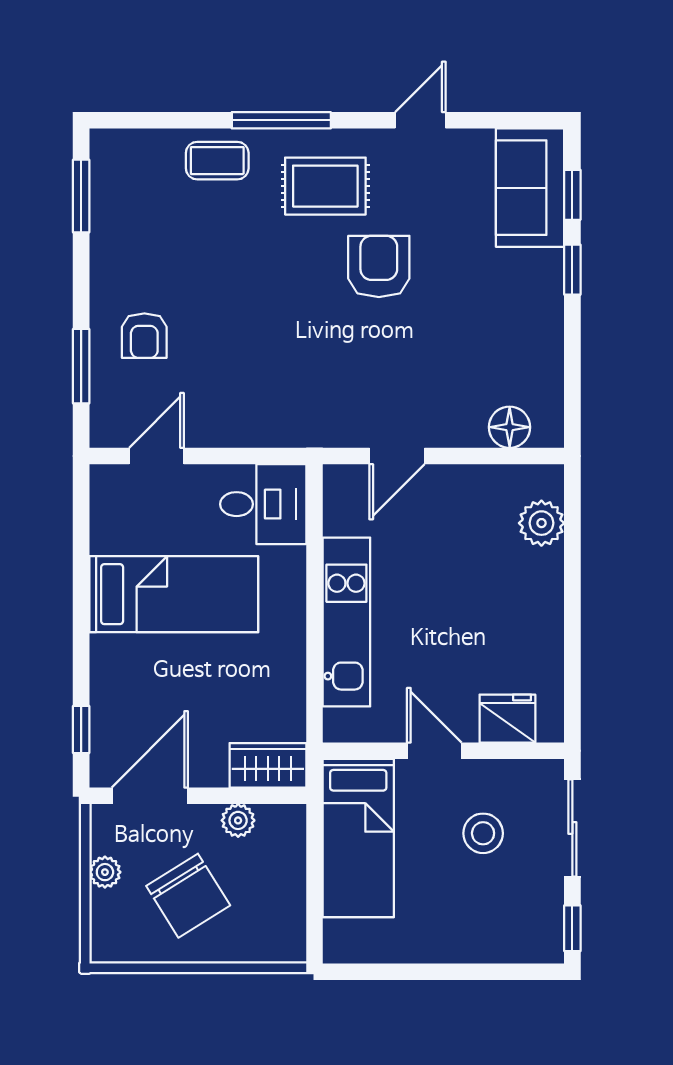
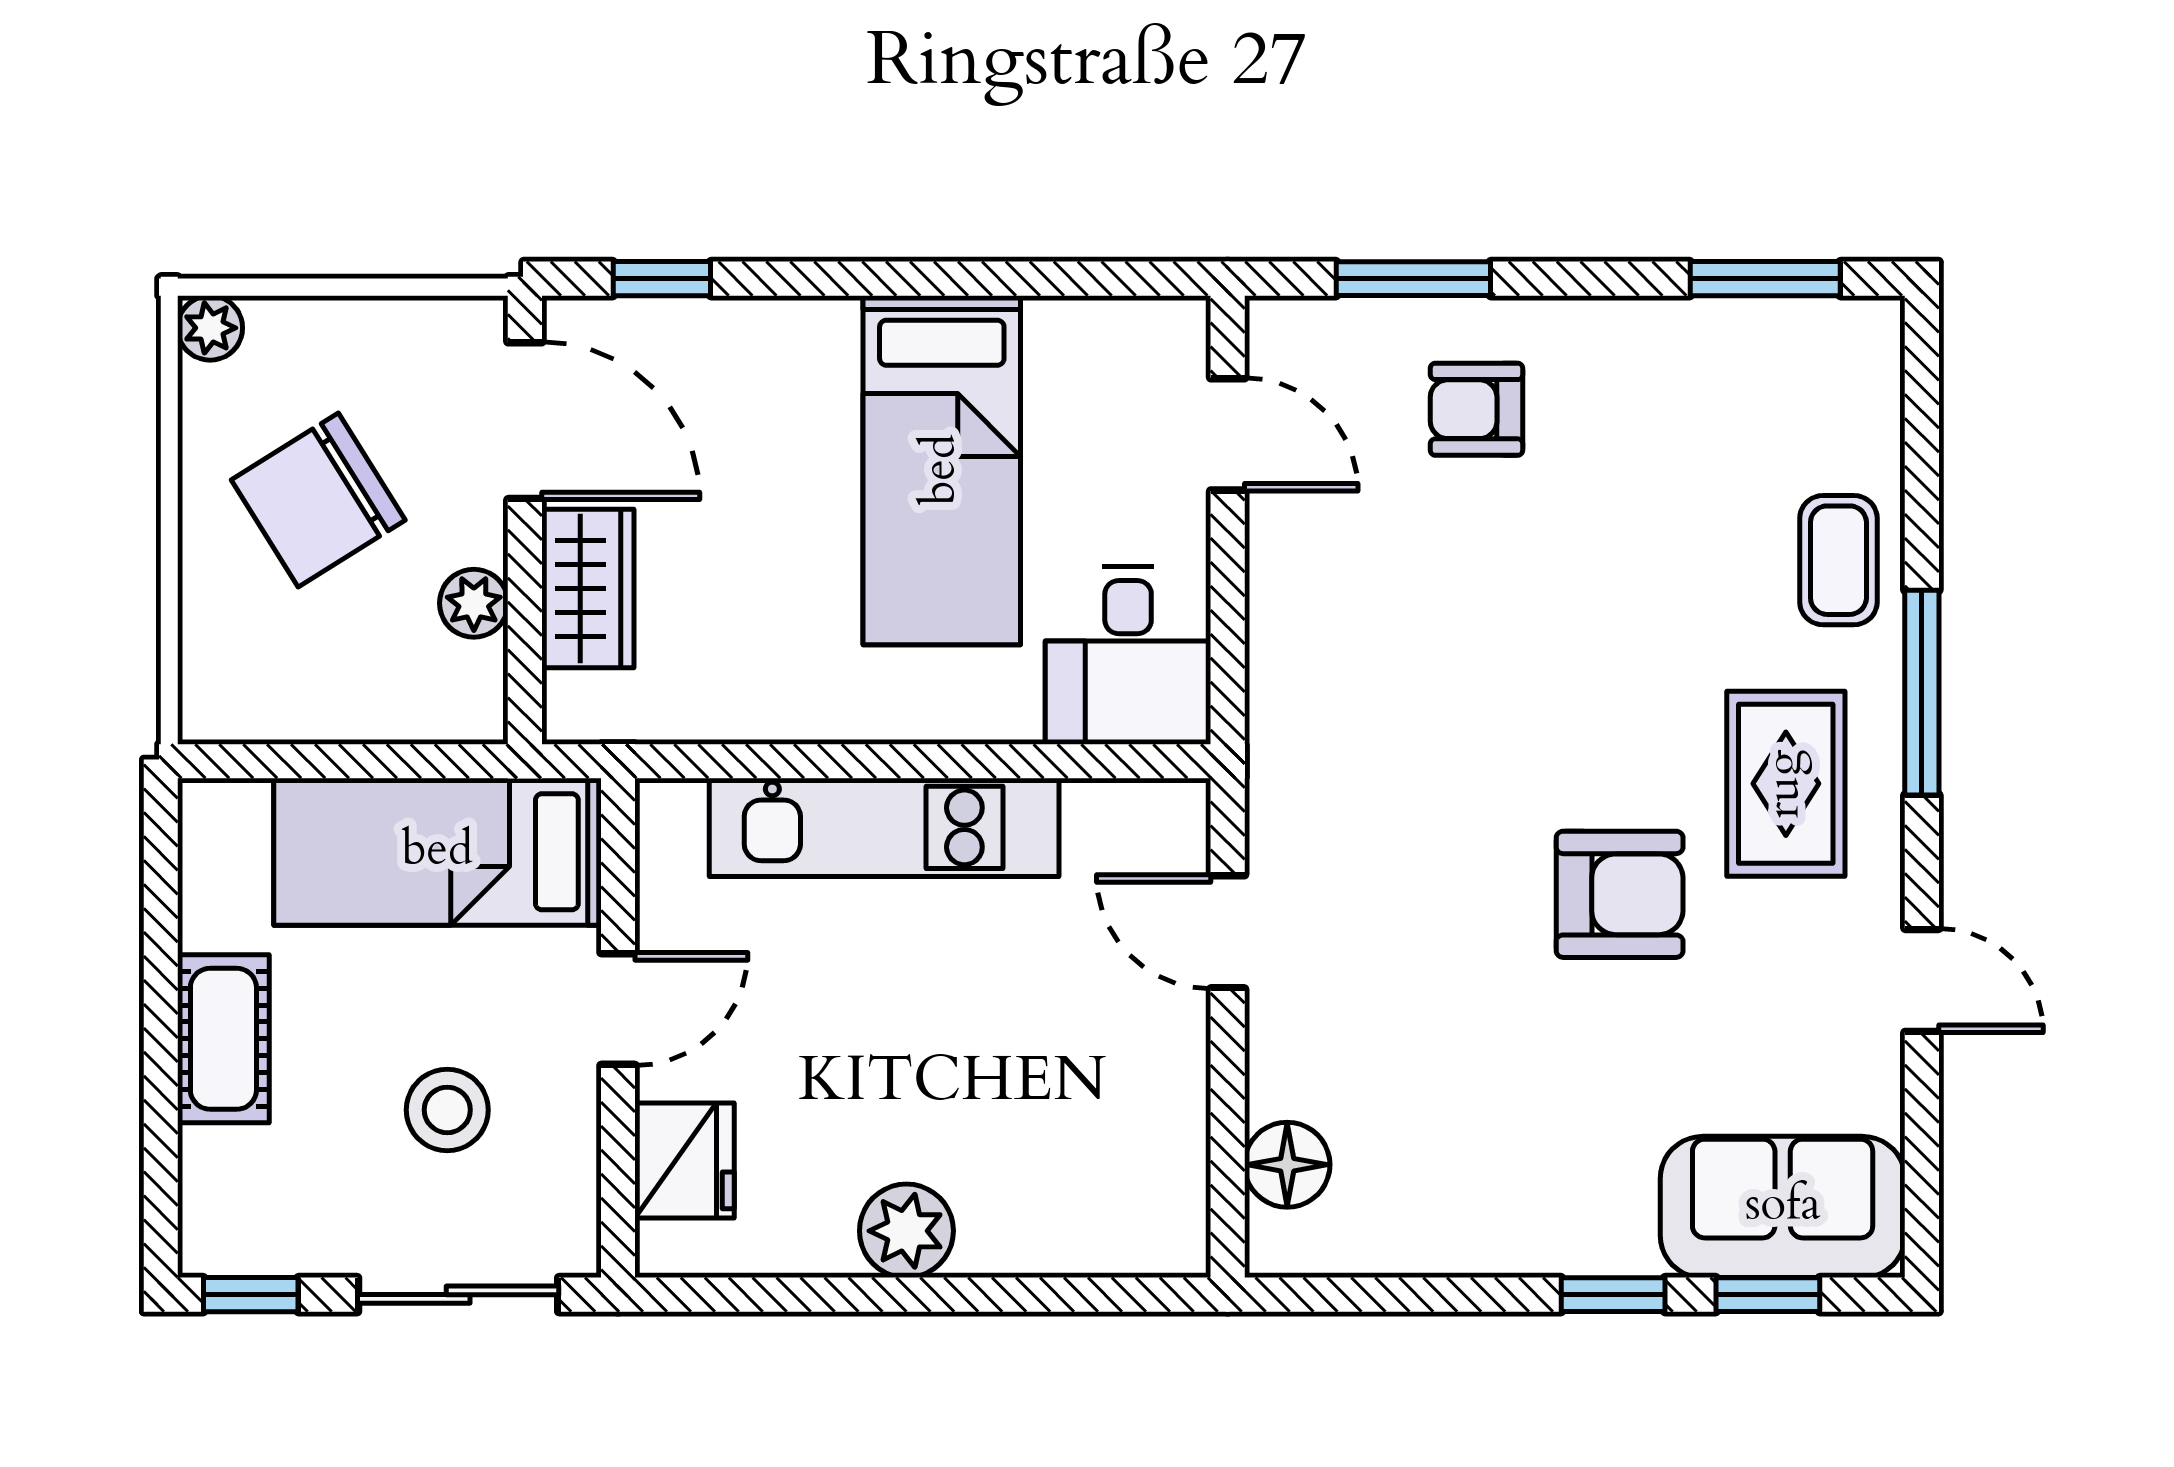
plant: (541, 523) -> (906, 1231), moved
wardrobe: (268, 765) -> (588, 589), moved
plant: (105, 872) -> (210, 328), moved
cot: (449, 941) -> (223, 1039), added

